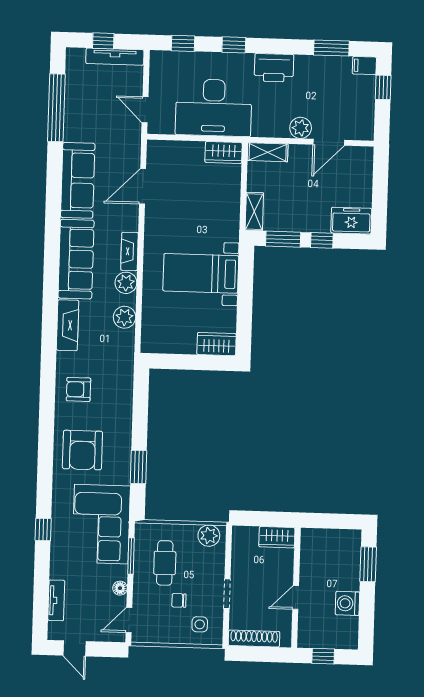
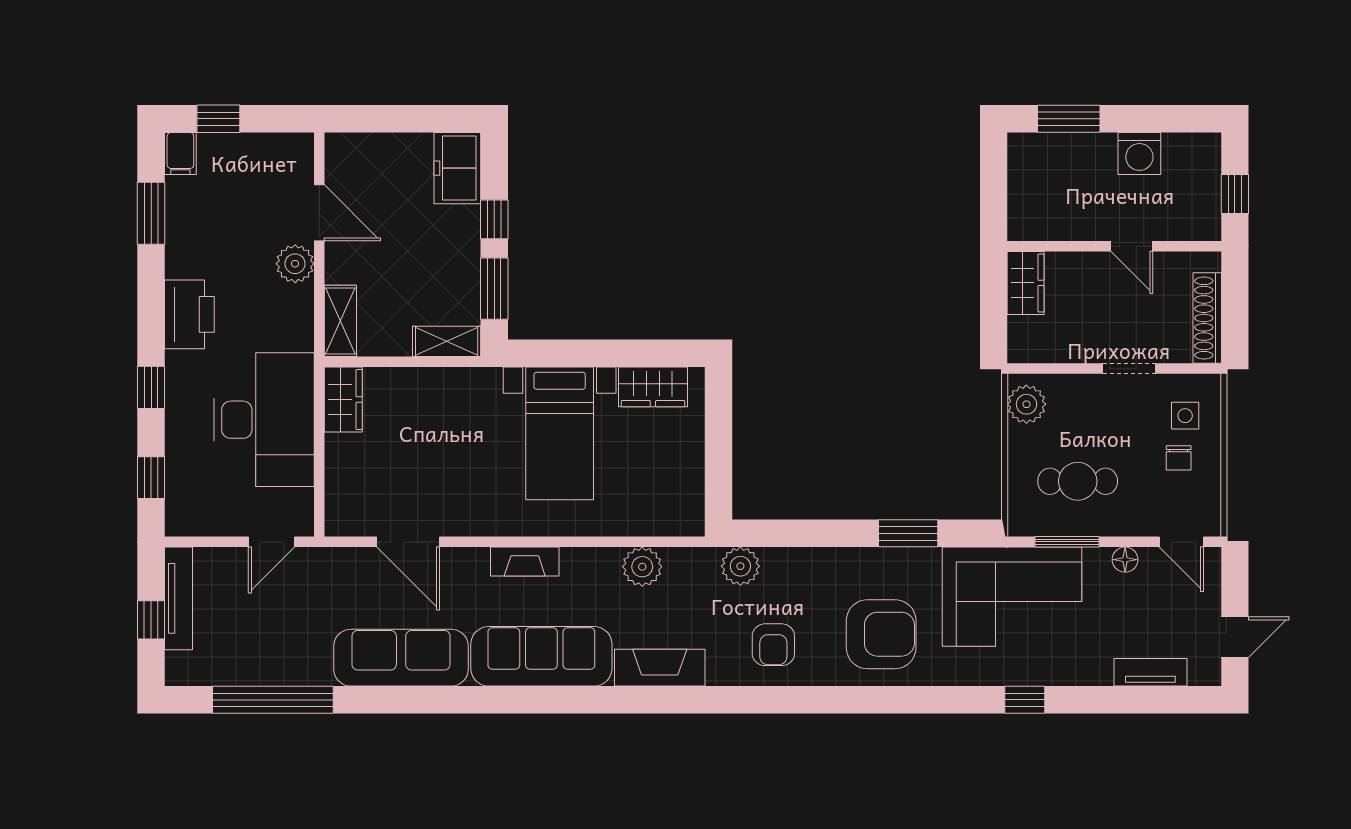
plant: (126, 283) -> (740, 566), moved
wardrobe: (217, 344) -> (653, 387), moved, turned -90
chair: (179, 600) -> (1179, 458), moved

